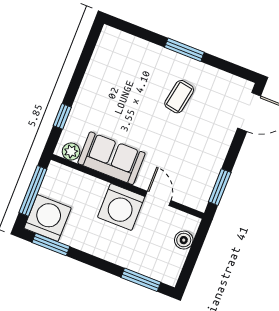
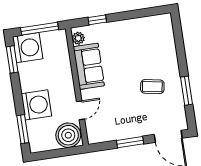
window: (184, 50) -> (187, 91), moved
window: (220, 187) -> (130, 142), moved
washing machine: (121, 207) -> (36, 105), moved, turned 180
boiler: (184, 240) -> (68, 135), width x1.86, depth x1.86

